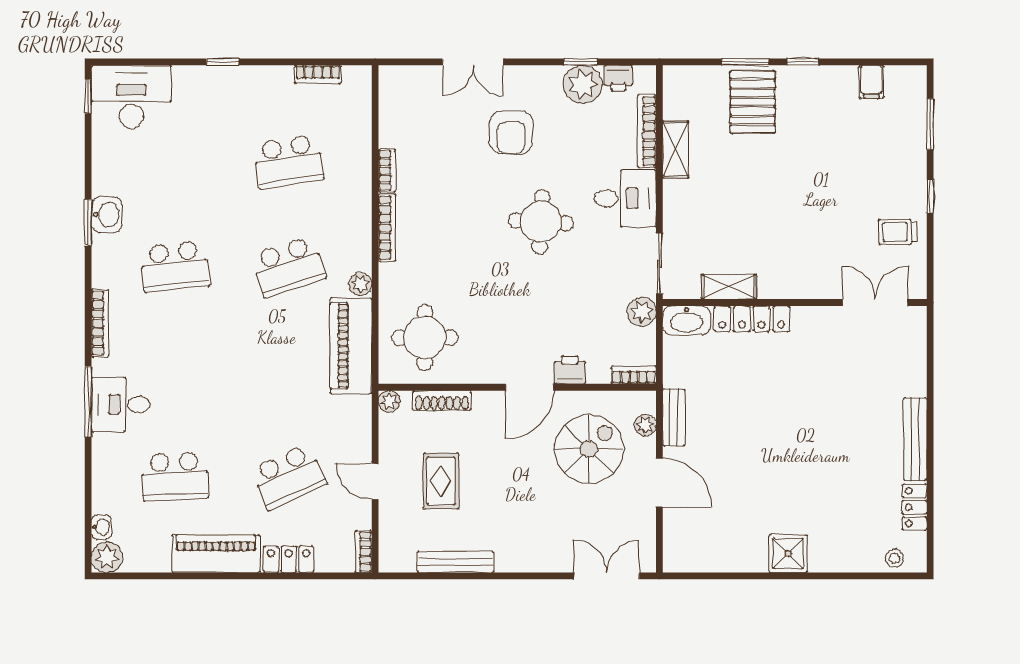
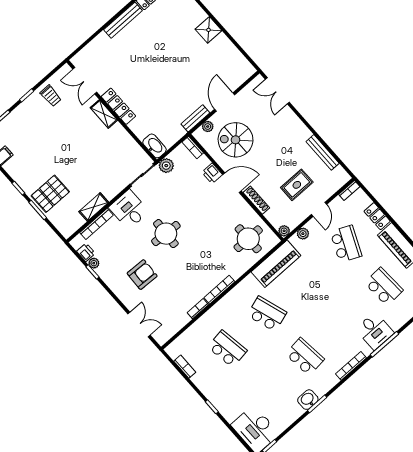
double door: (473, 62) -> (139, 325), moved
plant: (583, 85) -> (94, 263), width x0.53, depth x0.53
plant: (360, 284) -> (303, 234), moved
shelving: (729, 287) -> (104, 114), moved
locker: (752, 319) -> (118, 106), moved
shoe rack: (442, 400) -> (256, 200), moved
school desk: (288, 476) -> (346, 244), turned 48

